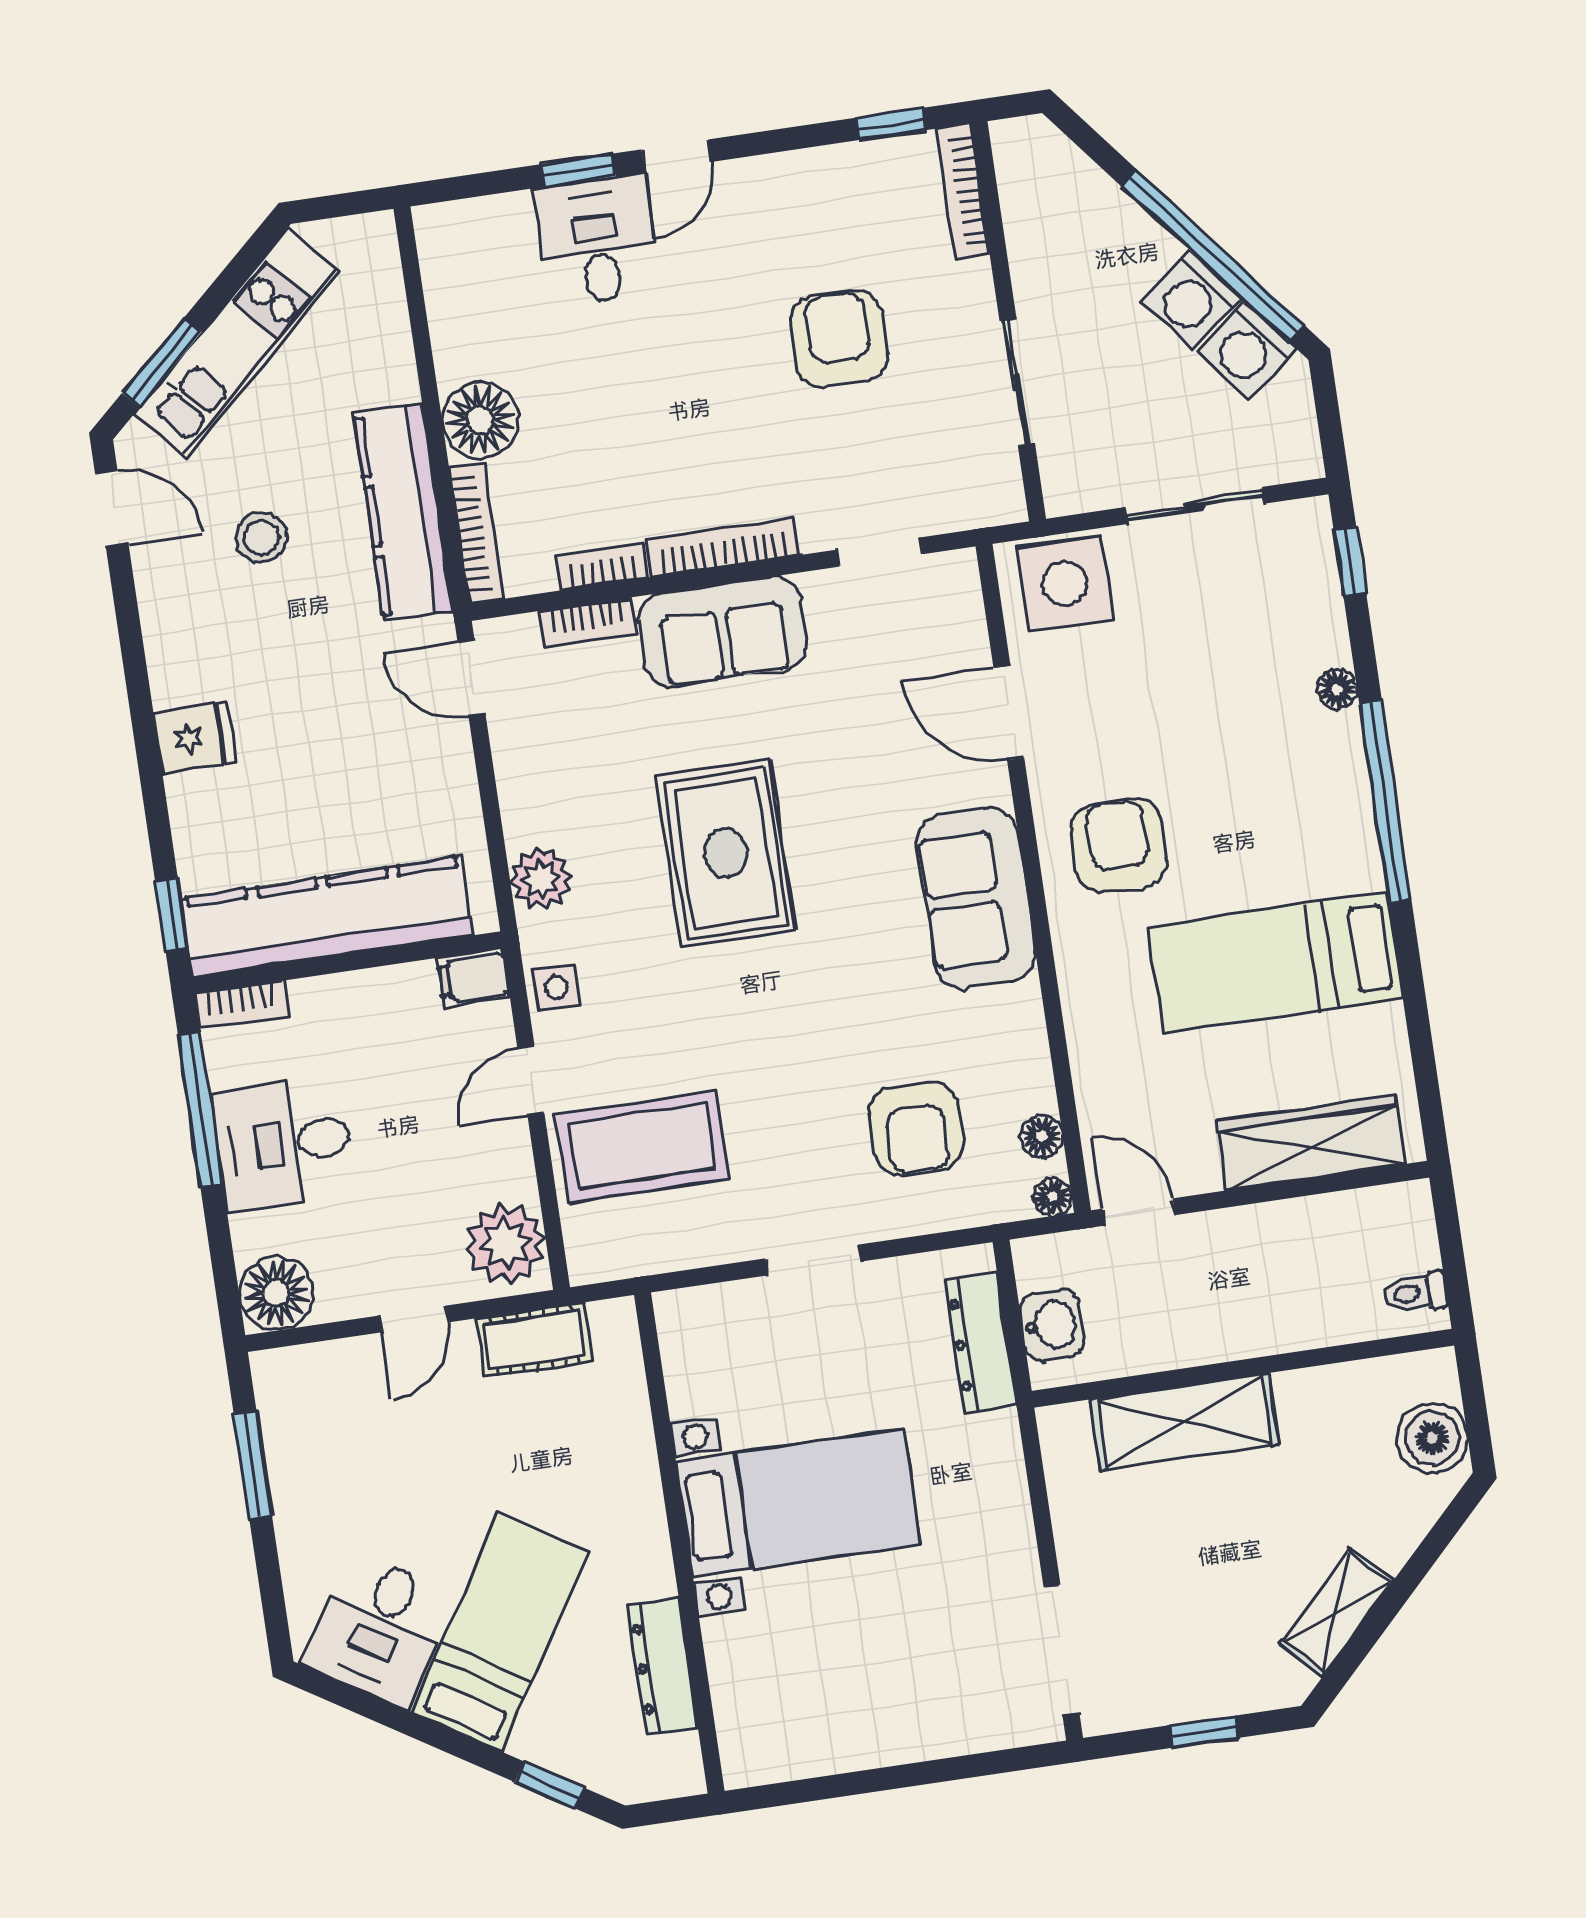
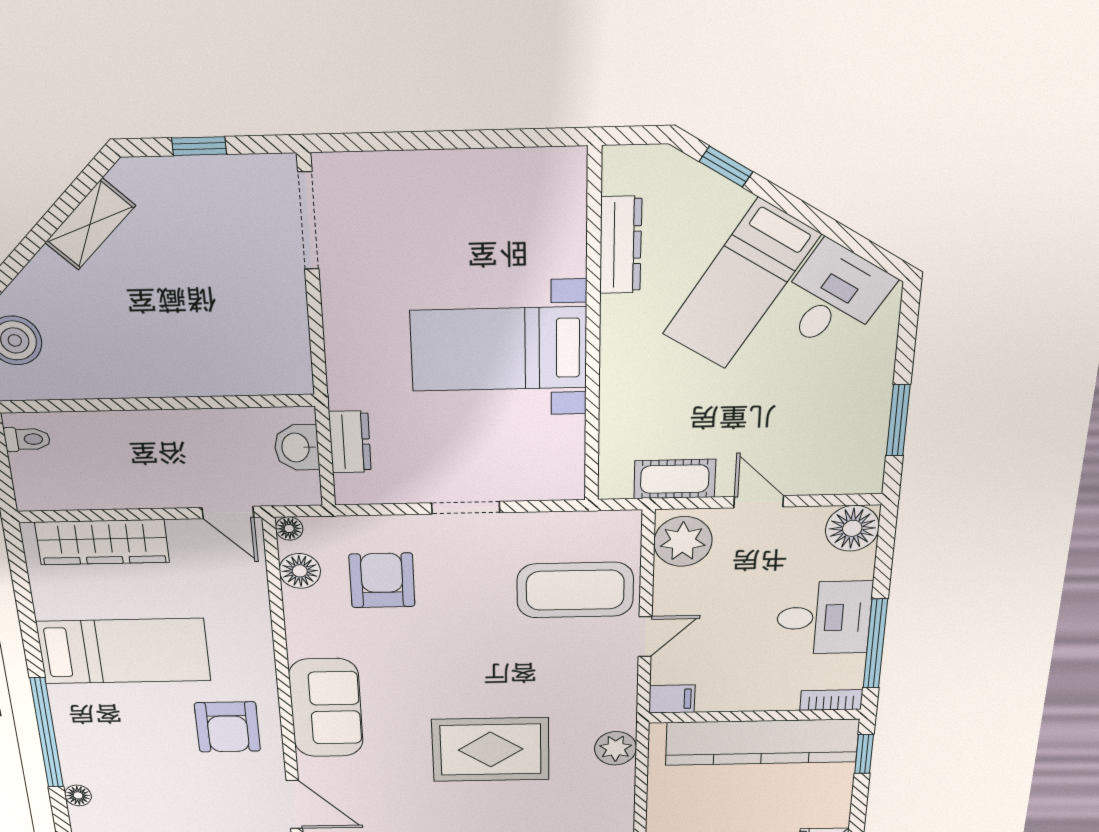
rug: (726, 853) -> (491, 750), turned 90
side table: (556, 987) -> (617, 688), removed
floor lamp: (1041, 1136) -> (300, 571), width x1.37, depth x1.37
door: (413, 1319) -> (759, 502), hinge flipped
dresser: (981, 1342) -> (350, 442), width x0.70
shelving: (1184, 1422) -> (203, 372), removed

